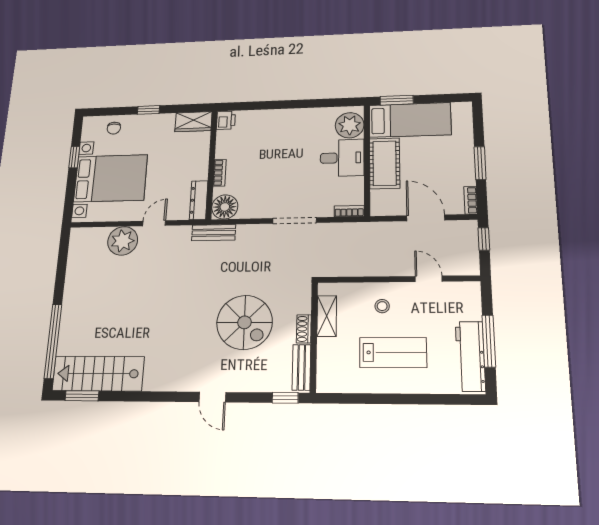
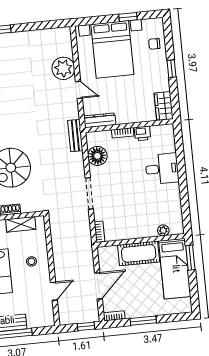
printer: (226, 120) -> (142, 133), moved
plant: (350, 125) -> (163, 230), width x0.53, depth x0.53
desk: (342, 158) -> (162, 169), moved, turned -90
floor lamp: (225, 207) -> (97, 156), moved

